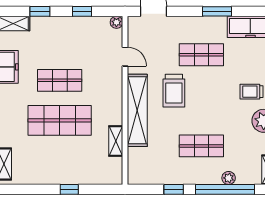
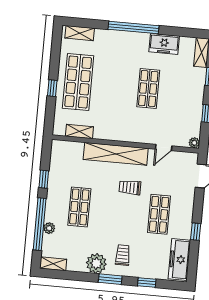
window: (217, 11) -> (196, 232), width x0.67
trolley: (174, 91) -> (130, 187), width x0.73, depth x0.72
shop shelf: (60, 120) -> (78, 82), moved
shelving: (116, 141) -> (79, 132), moved

